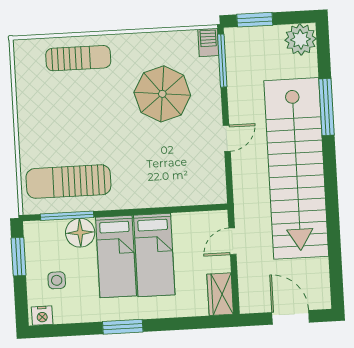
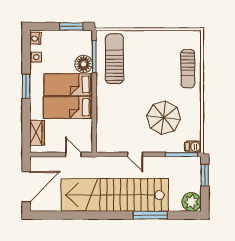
side table: (57, 280) -> (36, 57), moved
wardrobe: (220, 294) -> (37, 133), moved, turned 90
door: (291, 317) -> (26, 187), width x1.36

